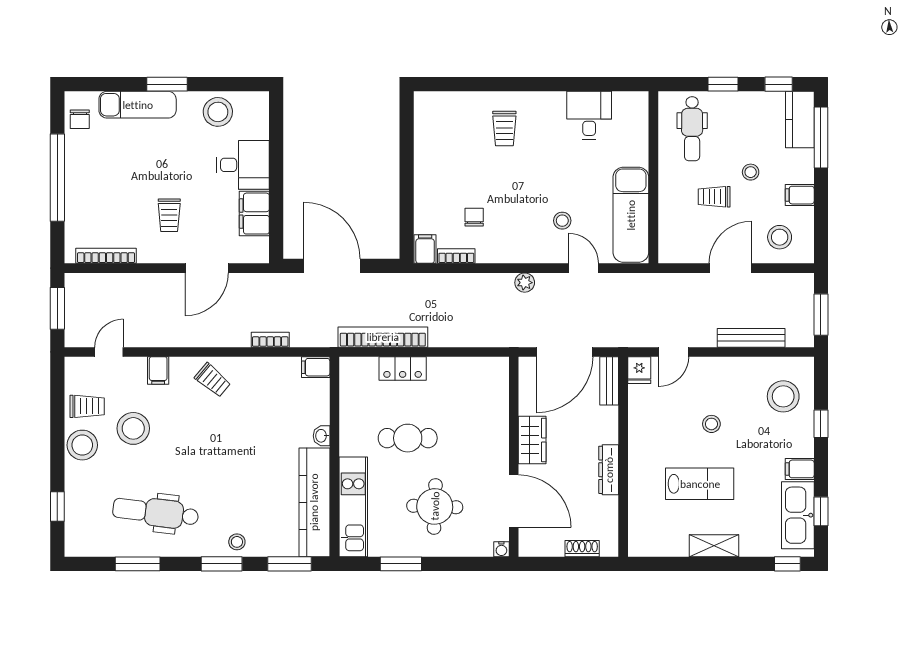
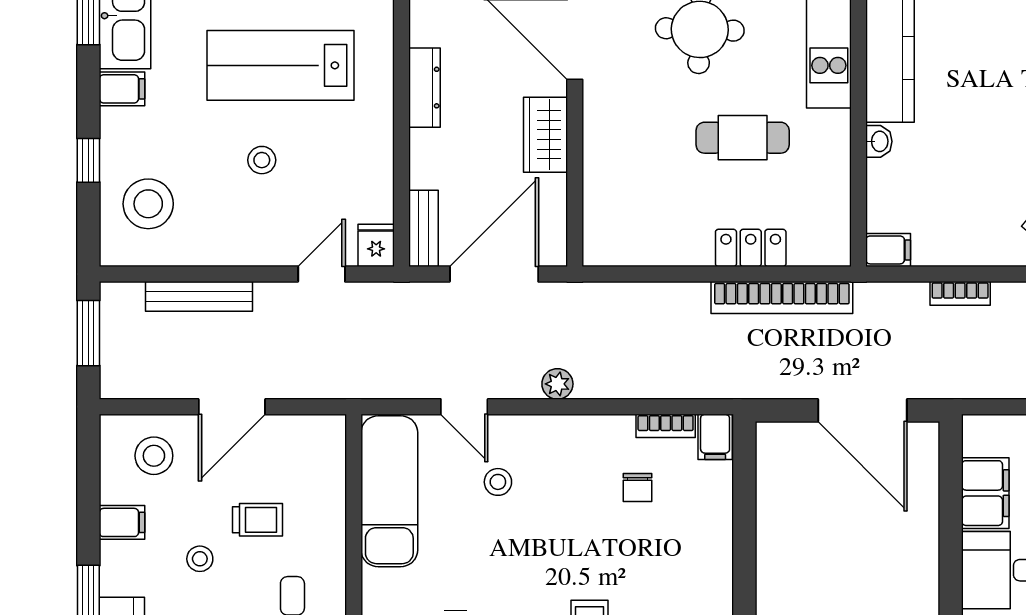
lab bench: (700, 484) -> (281, 65), width x1.36, depth x1.39

